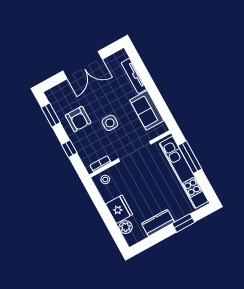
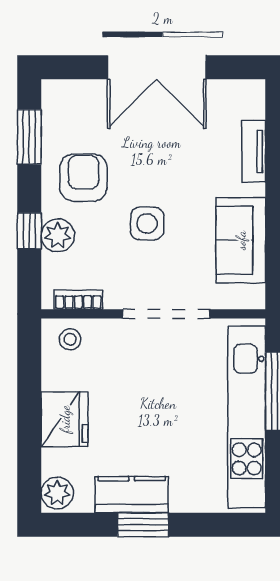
tv unit: (134, 76) -> (254, 151), width x0.71
armchair: (78, 119) -> (83, 178), turned 180
plant: (80, 145) -> (58, 235), added
window: (183, 223) -> (143, 525), moved
plant: (126, 227) -> (57, 493), moved

